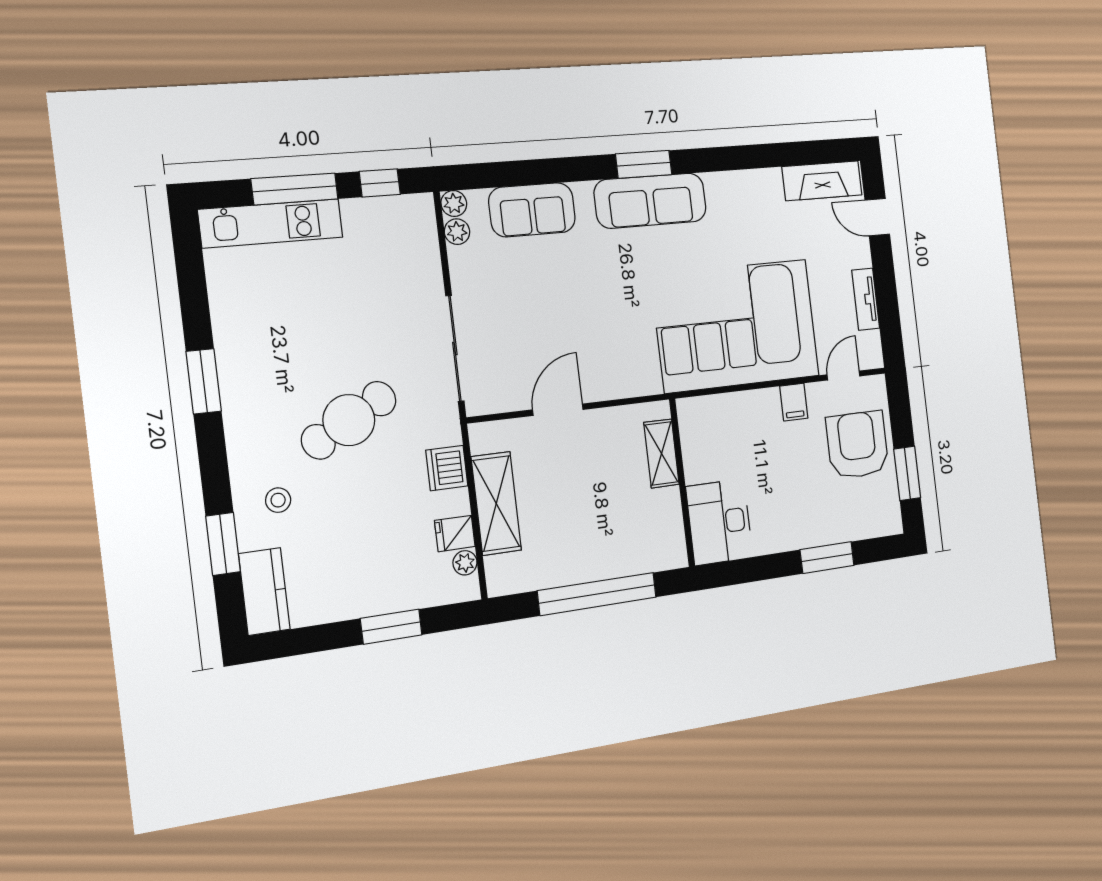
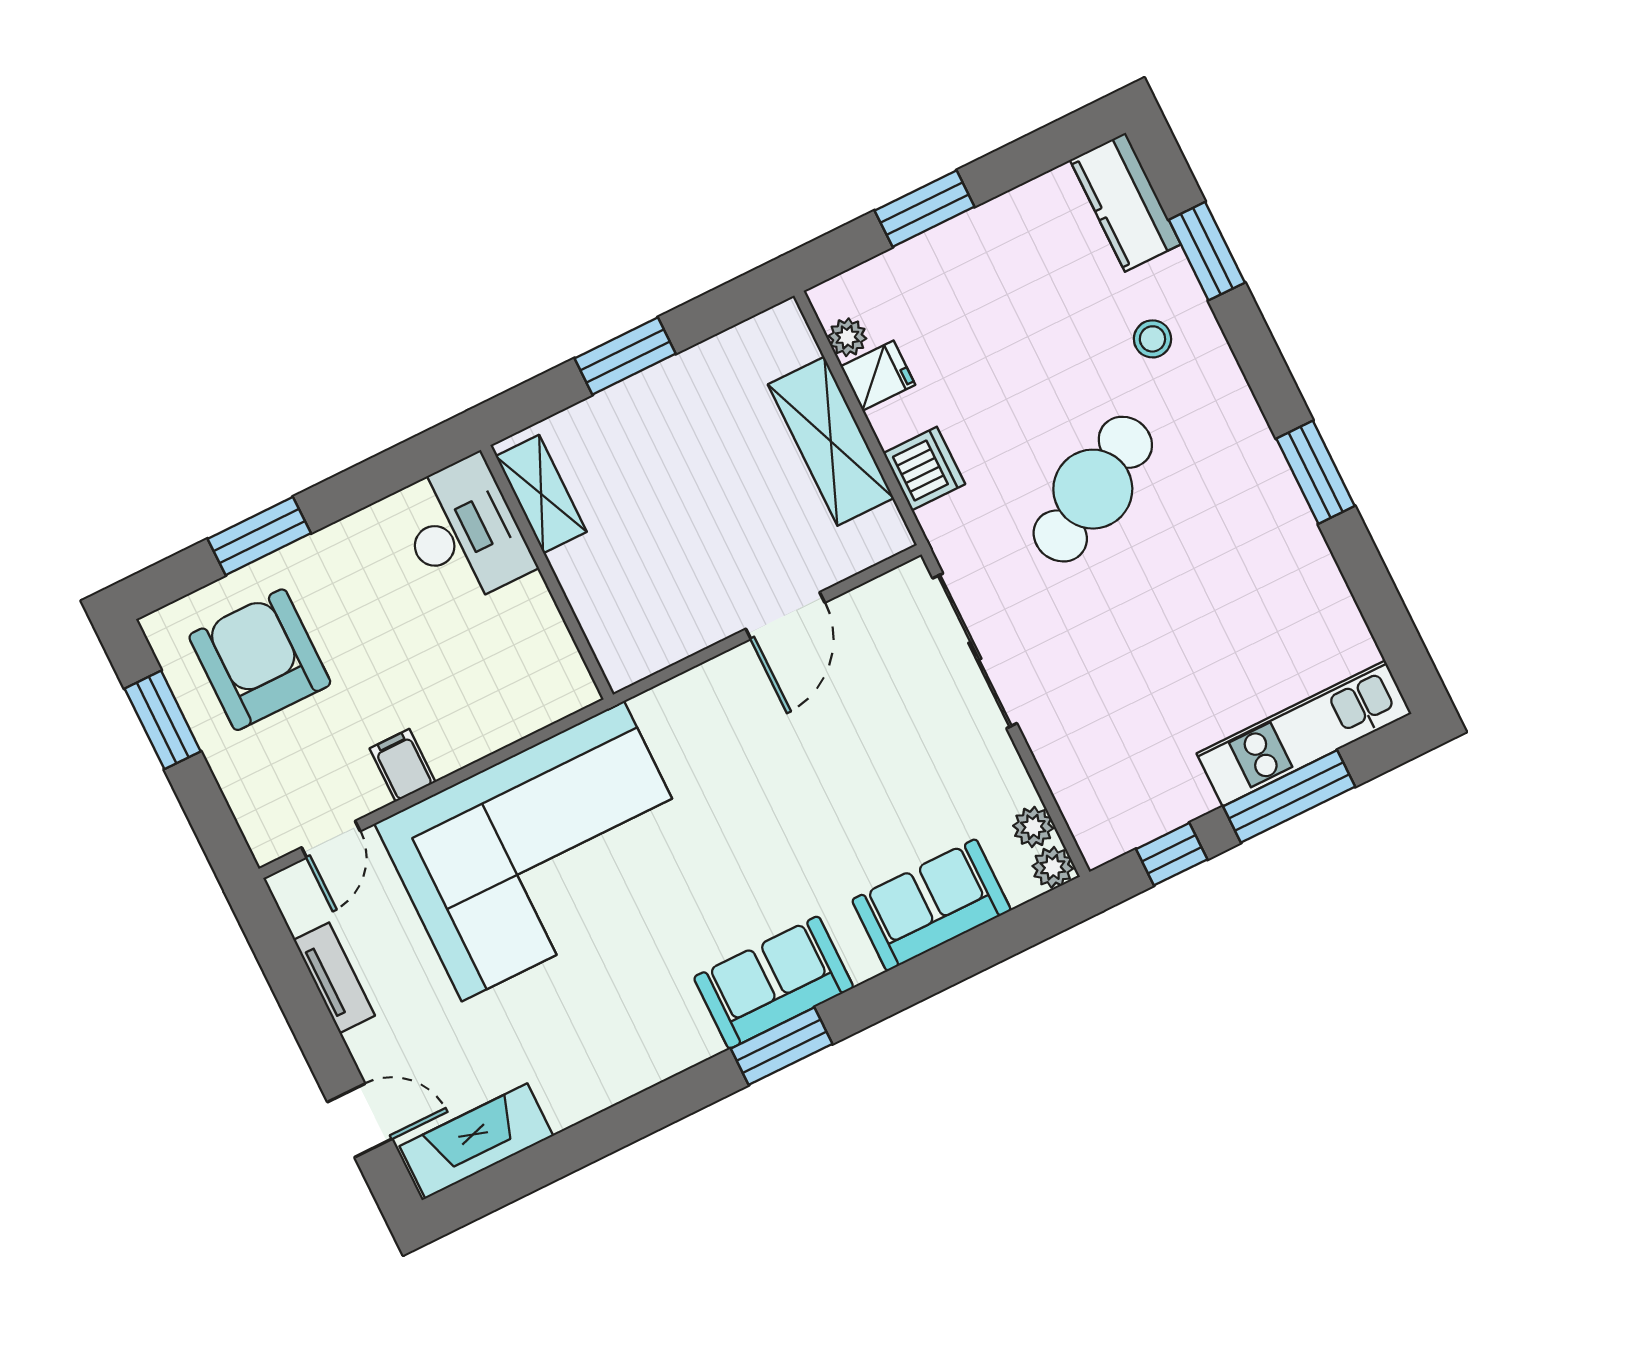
sofa: (650, 201) -> (774, 982), width x0.73
armchair: (857, 445) -> (260, 660), moved, turned 180
shelving: (661, 453) -> (541, 494), moved
window: (597, 594) -> (625, 356), width x0.47

